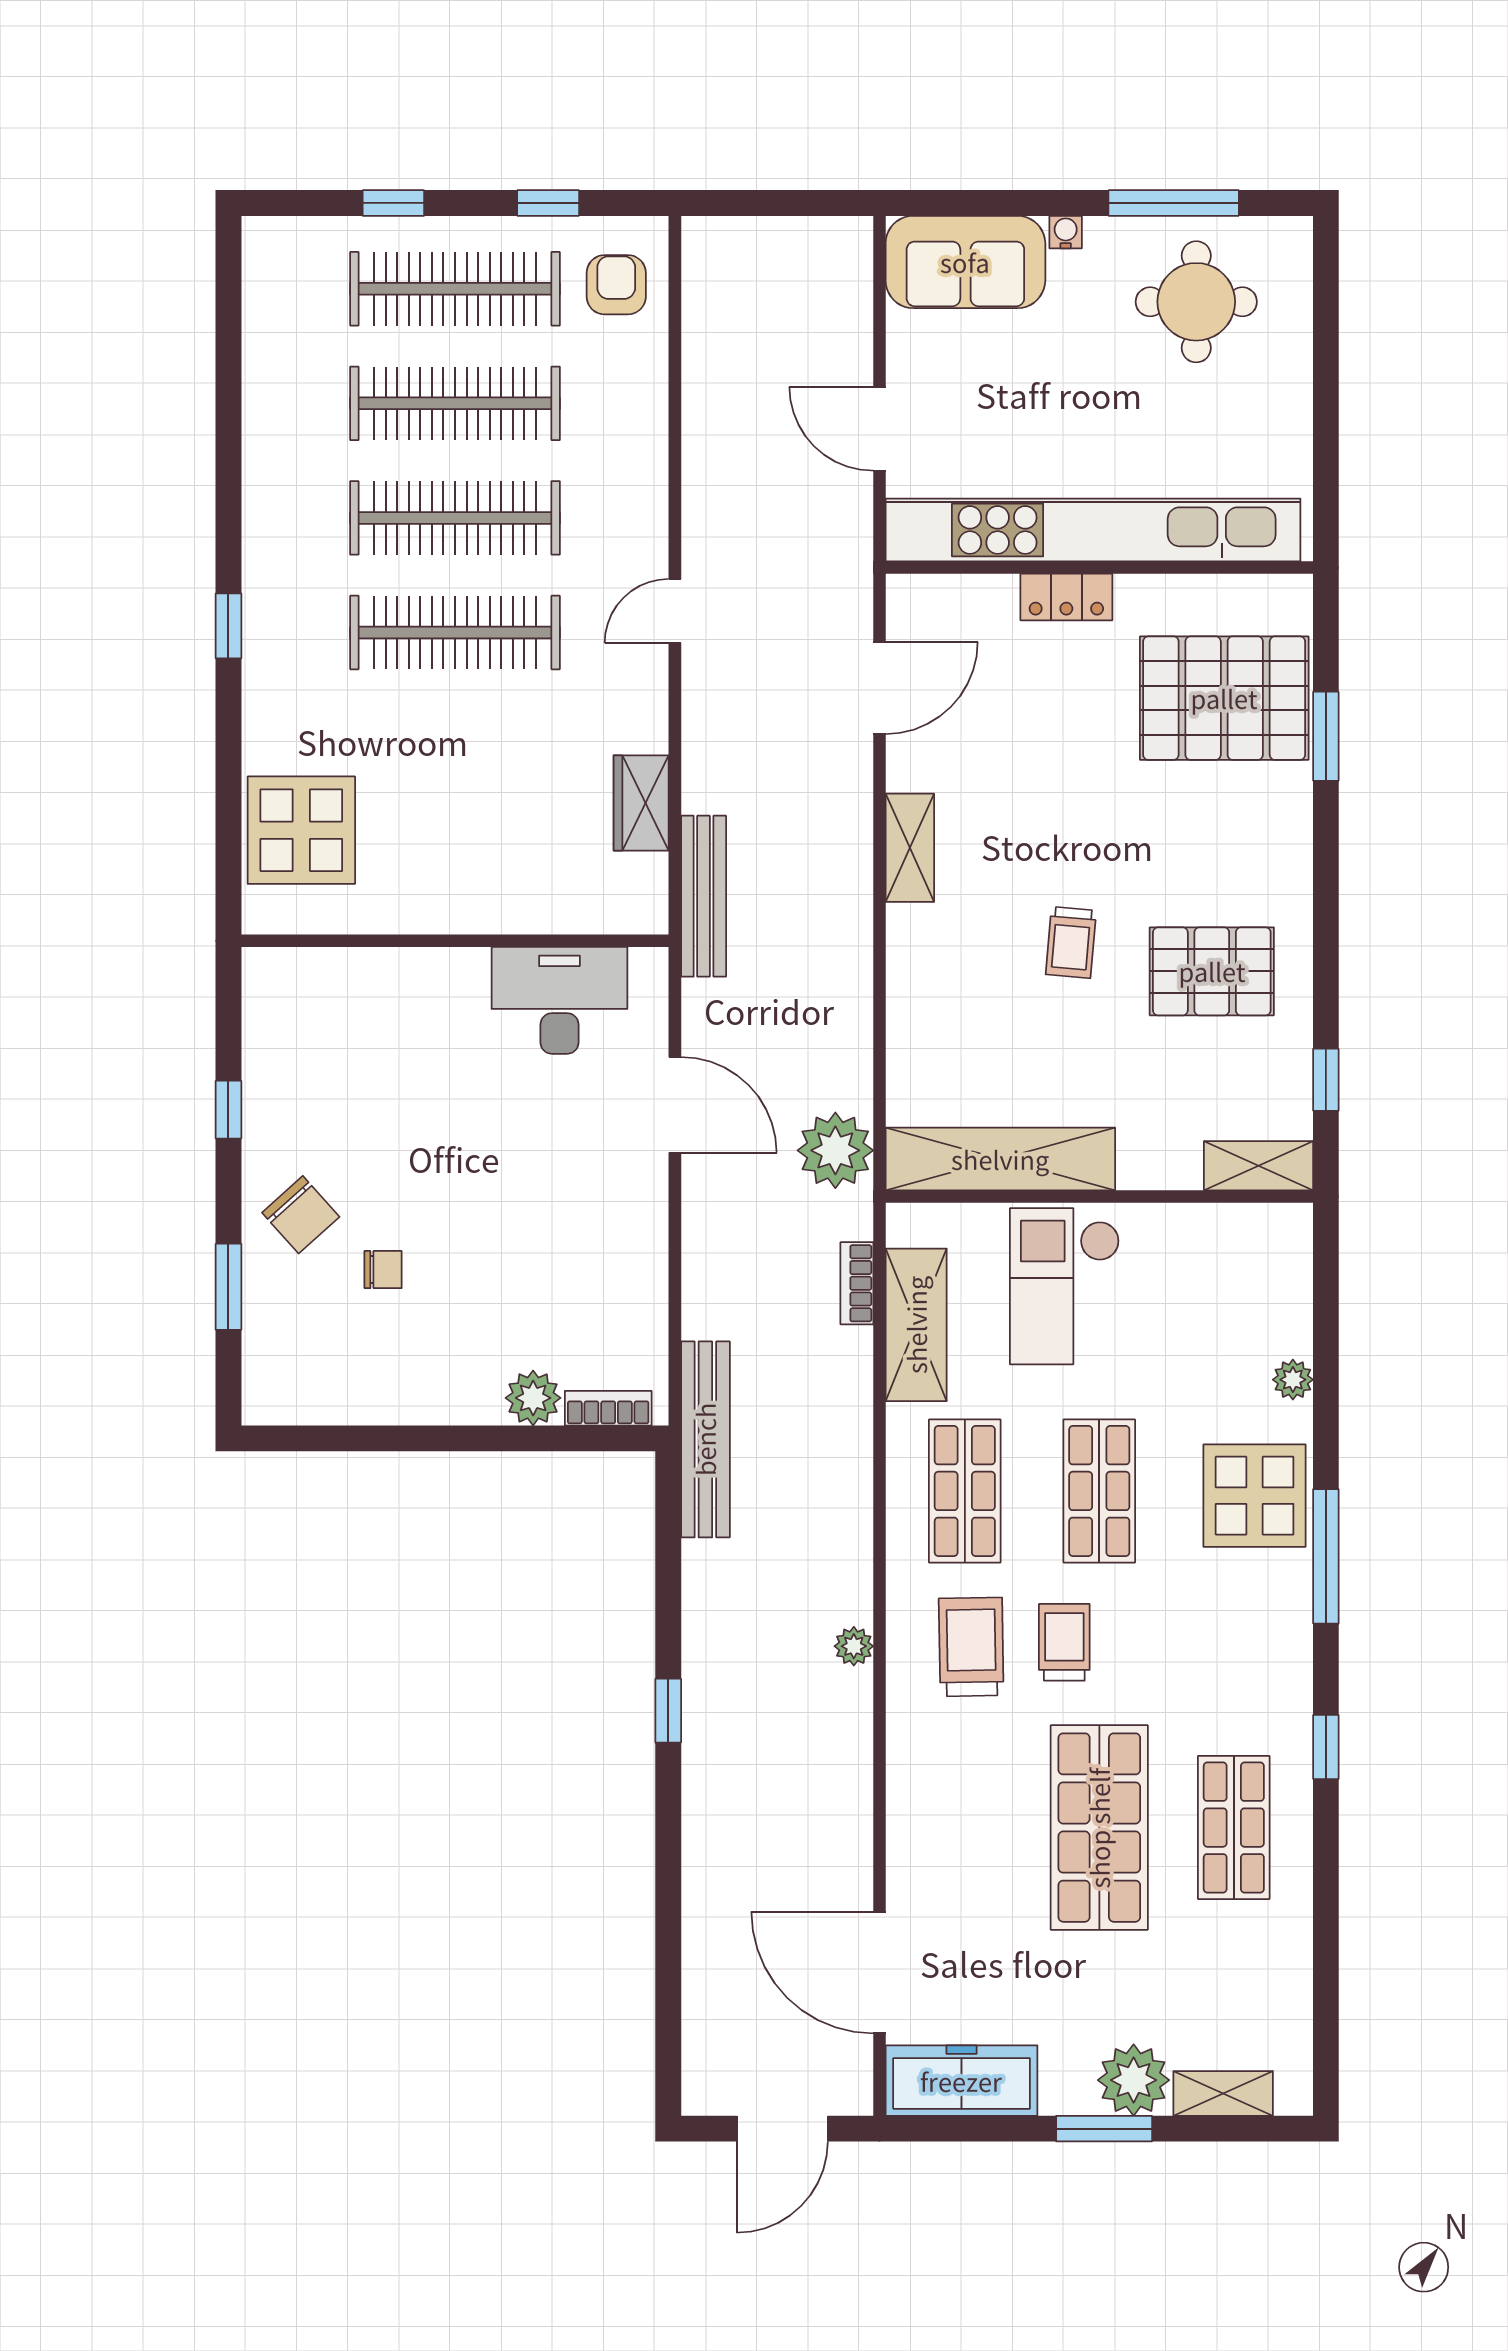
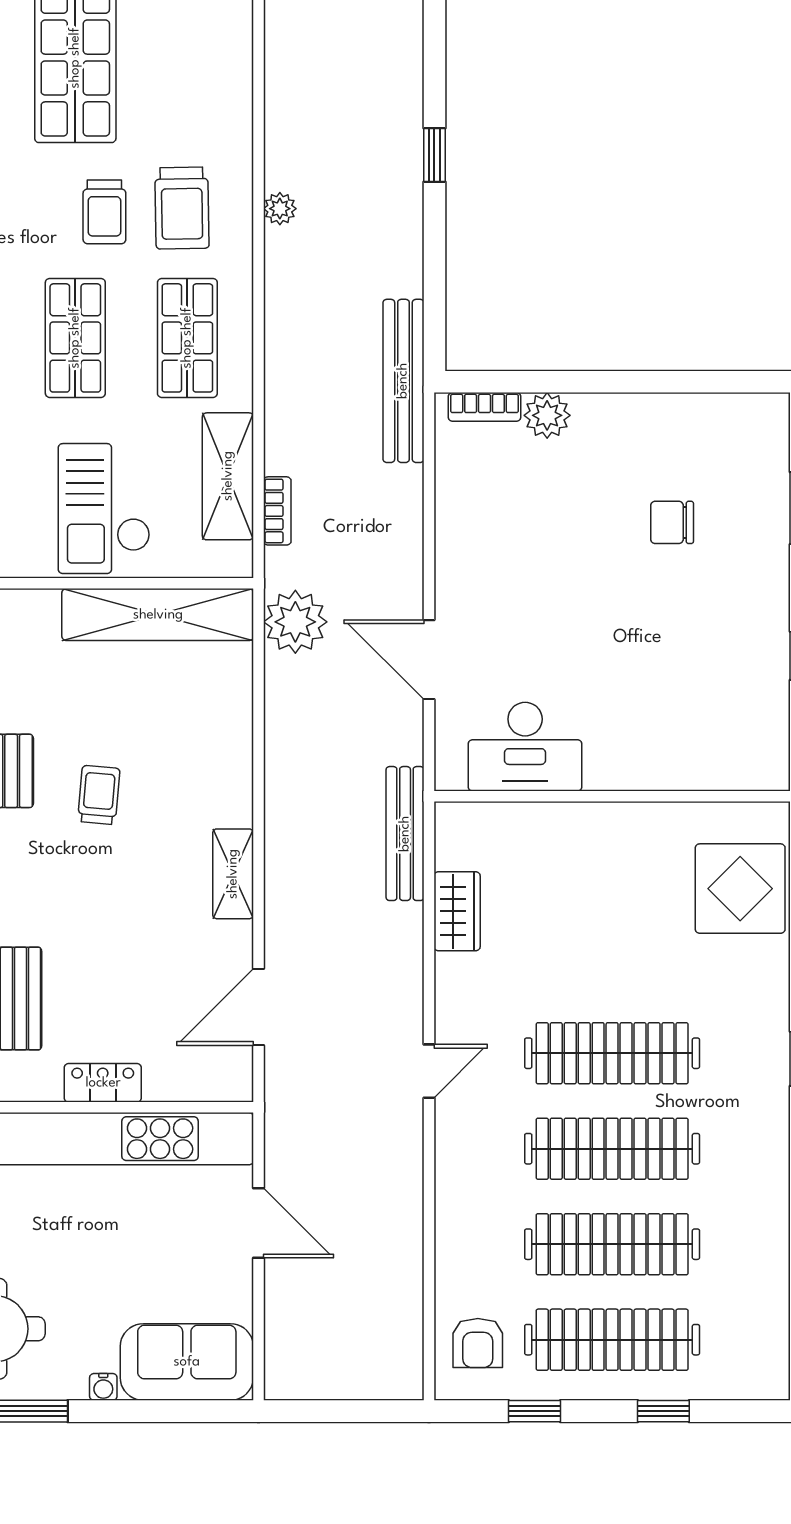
chair: (301, 1215) -> (741, 568), removed
chair: (383, 1270) -> (672, 522), width x1.37, depth x1.37
checkout: (1065, 1286) -> (104, 509), turned 180

